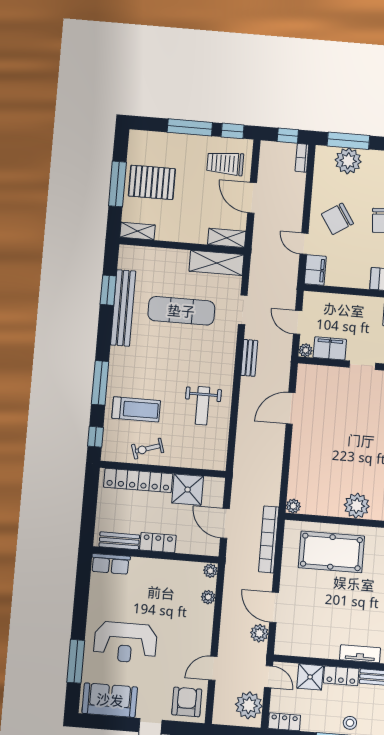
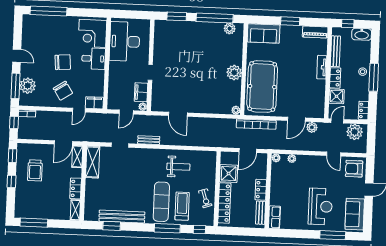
window: (190, 127) -> (11, 181), width x0.46
trolley: (225, 163) -> (35, 170), moved
pallet: (152, 182) -> (46, 203), removed
window: (117, 184) -> (34, 223), moved
door: (252, 198) -> (63, 143), moved
locker: (173, 233) -> (76, 188), added
exercise mat: (181, 311) -> (161, 202), moved
pool table: (331, 552) -> (262, 87), width x1.36, depth x1.32

